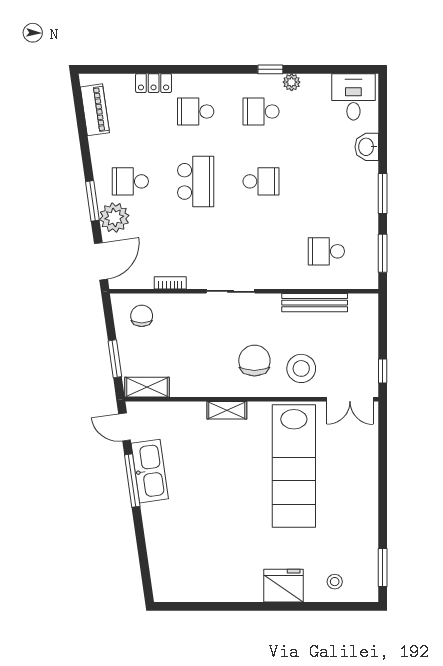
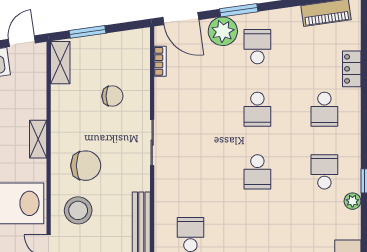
school desk: (196, 111) -> (324, 109), turned 180
school desk: (196, 181) -> (257, 109), width x0.54
bookcase: (170, 283) -> (160, 61), moved
chair: (142, 316) -> (112, 96), moved

